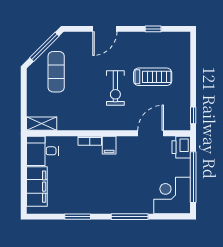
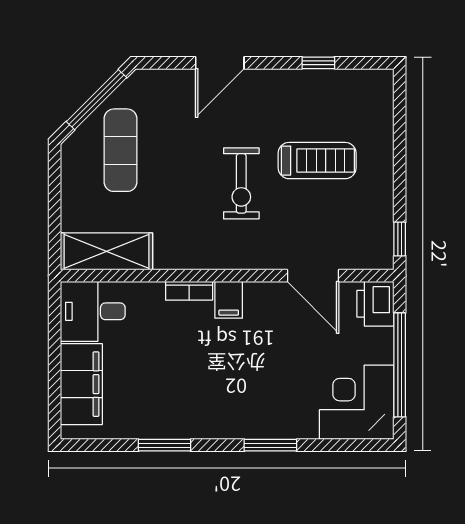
shelving: (42, 124) -> (106, 251), width x1.50, depth x1.33
door: (151, 133) -> (313, 276), swing flipped
window: (130, 217) -> (270, 445), width x0.69

